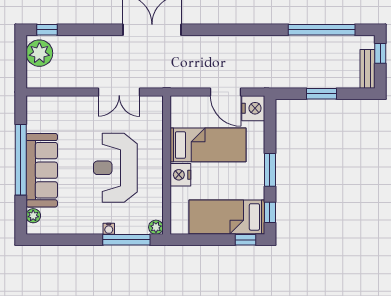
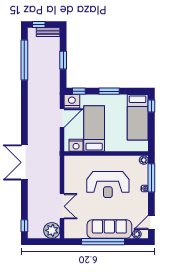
plant: (39, 53) -> (52, 230), moved
double door: (119, 92) -> (62, 206), moved
nightstand: (180, 175) -> (76, 145), moved
window: (270, 212) -> (79, 91), moved
door: (53, 240) -> (151, 222), added

